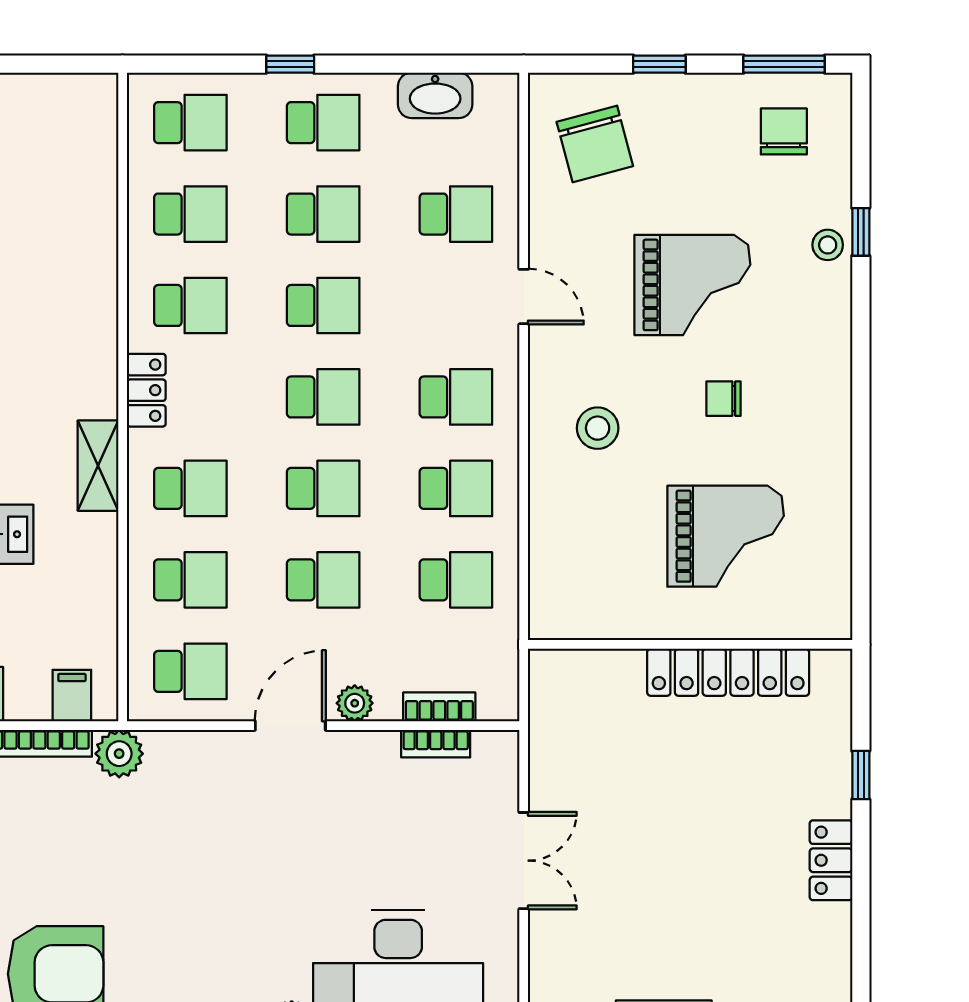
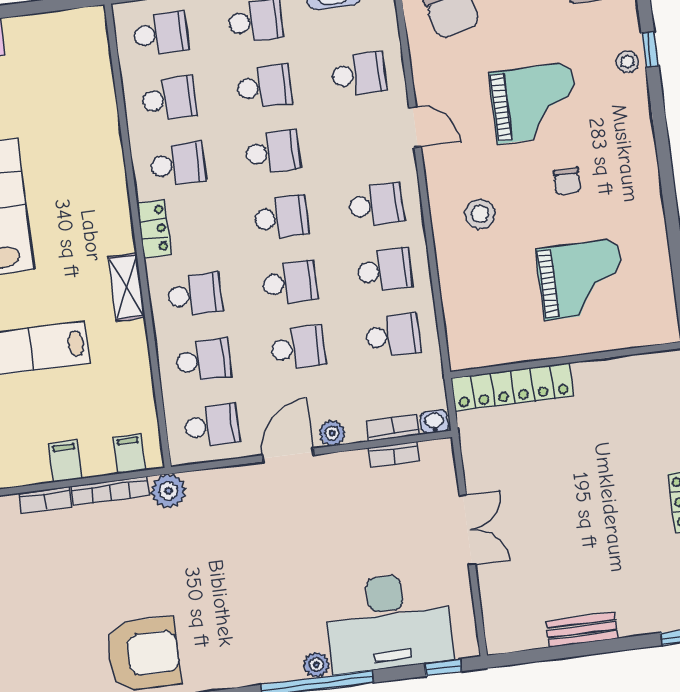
chair: (723, 399) -> (567, 181), turned -90
locker: (728, 672) -> (512, 387), moved
washbasin: (498, 706) -> (434, 422), added

